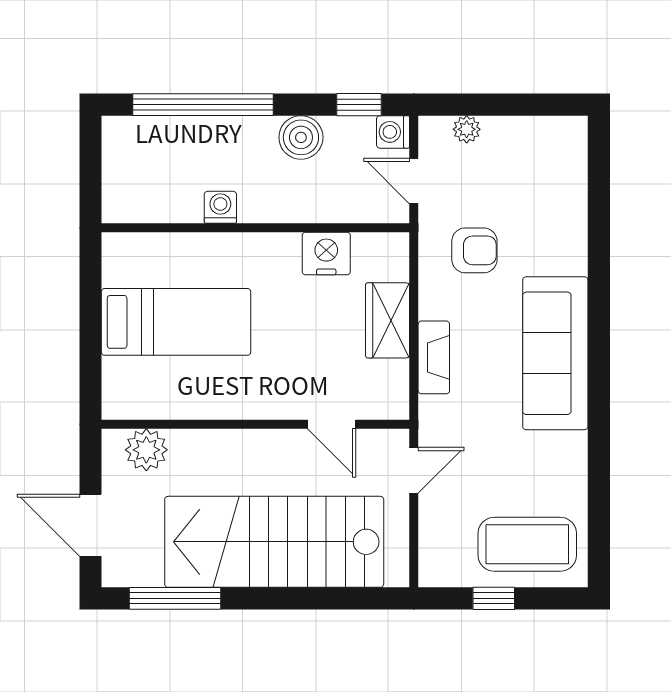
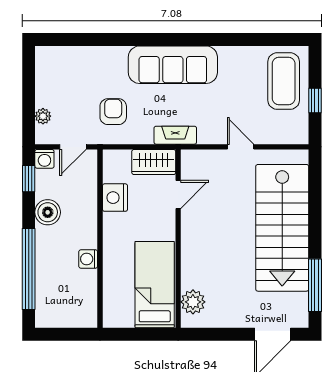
wall: (255, 424) -> (178, 239), moved
door: (332, 424) -> (178, 195), moved
plant: (146, 450) -> (193, 302), moved

